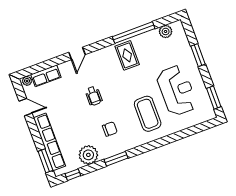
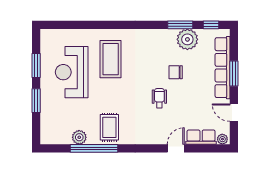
plant: (166, 31) -> (79, 137), moved
door: (77, 53) -> (176, 148), moved
window: (214, 97) -> (36, 65), moved
chair: (110, 129) -> (176, 72), moved
window: (116, 159) -> (180, 25), moved
window: (45, 161) -> (234, 74), moved

